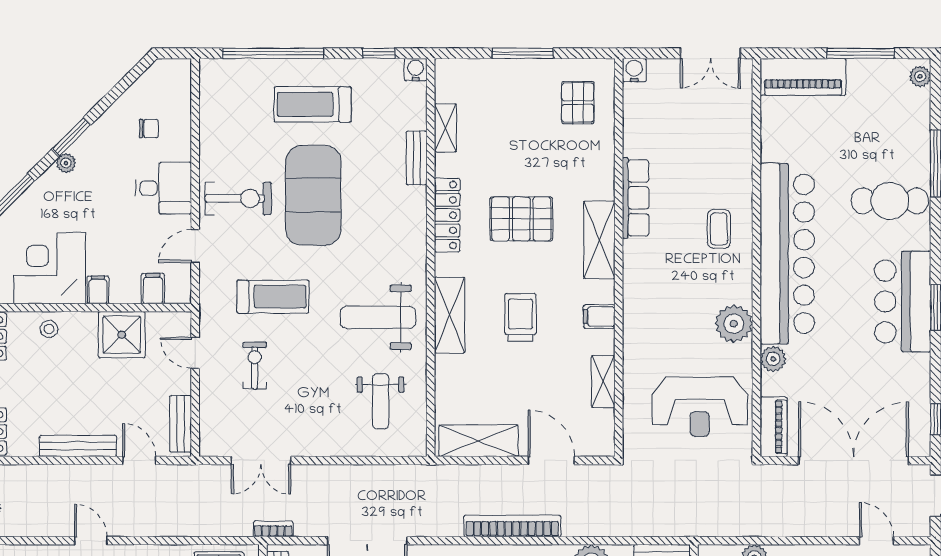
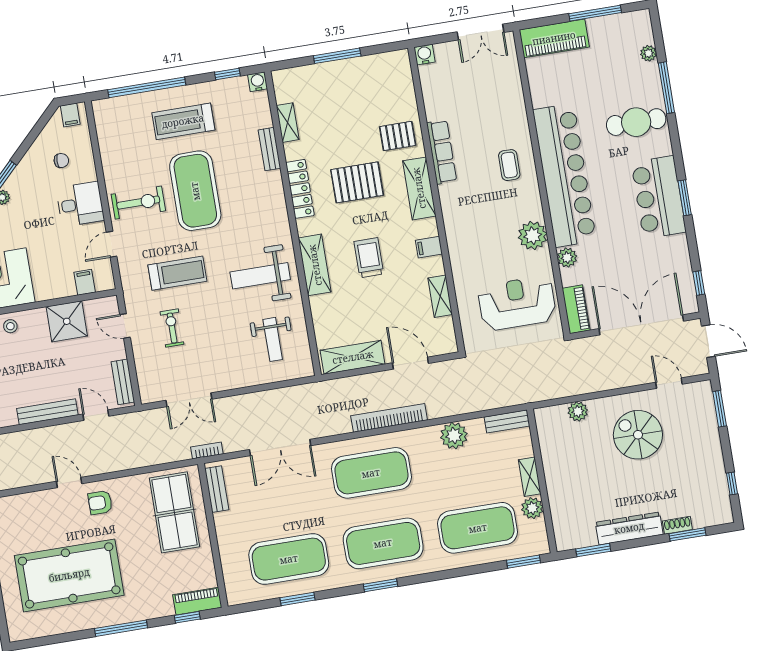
plant: (920, 76) -> (648, 53), moved
pallet: (578, 103) -> (398, 136), moved, turned 90
filing cabinet: (98, 290) -> (70, 115), moved, turned 180
reception desk: (700, 407) -> (517, 303), turned 180

